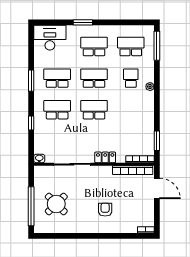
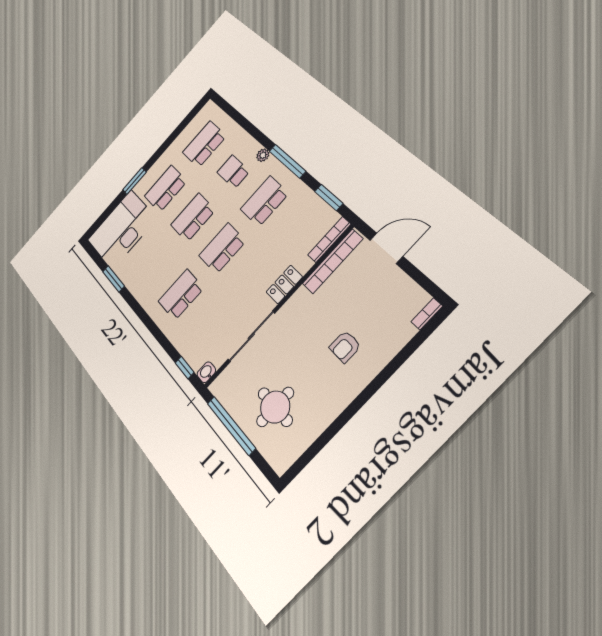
desk: (50, 38) -> (122, 229), width x1.36, depth x1.30
window: (157, 46) -> (288, 161), moved
school desk: (57, 78) -> (264, 201), moved
window: (31, 81) -> (114, 279), moved
window: (31, 123) -> (185, 368), moved
round table: (56, 204) -> (275, 407), turned 45
window: (31, 206) -> (231, 426), moved
armchair: (105, 210) -> (345, 347), turned -90

